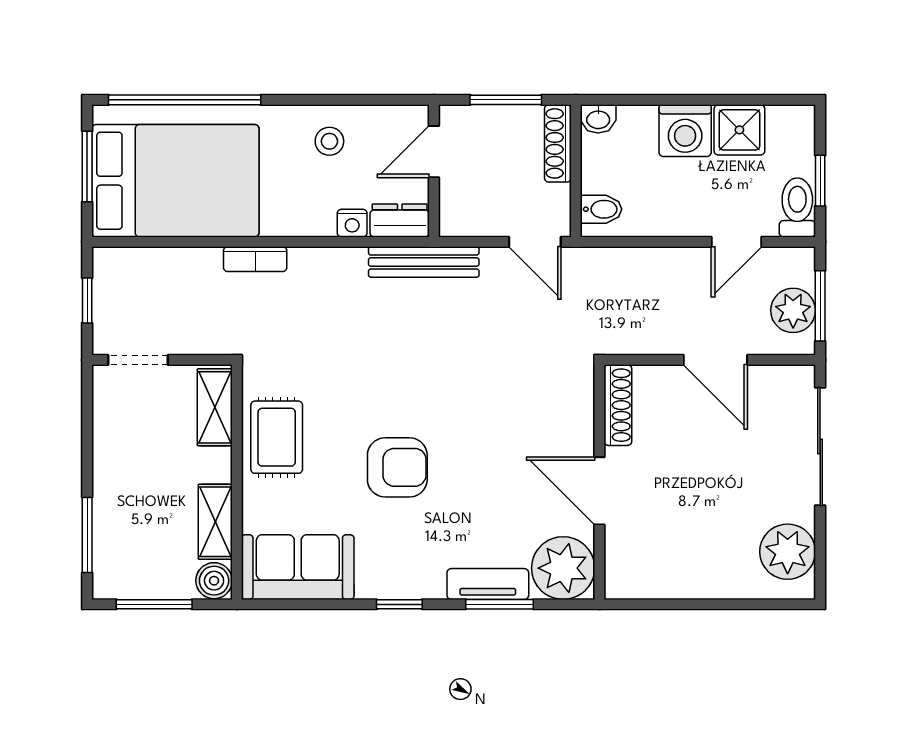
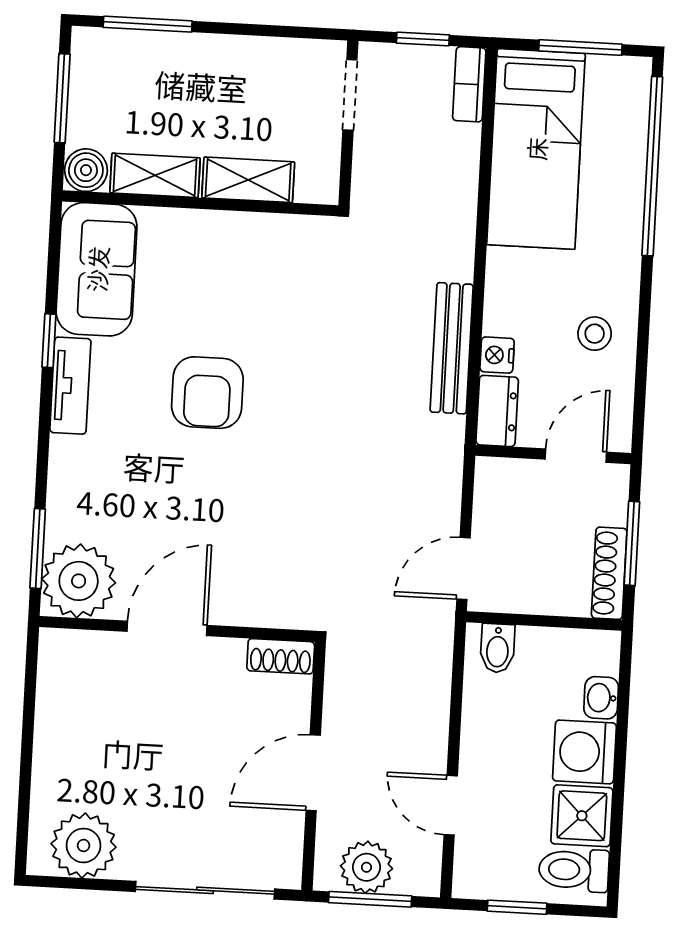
washbasin: (598, 119) -> (601, 698), moved
shoe rack: (558, 143) -> (609, 573), moved, turned -90
door: (434, 152) -> (576, 456), hinge flipped
bed: (175, 181) -> (536, 149), width x0.67
toilet: (797, 207) -> (574, 870), moved, turned 180
bookcase: (255, 259) -> (469, 84), moved
bench: (424, 262) -> (452, 348), moved
shoe rack: (618, 405) -> (281, 656), width x0.70
shelving: (215, 407) -> (248, 180), moved
rug: (277, 437) -> (250, 253), removed
tv unit: (488, 584) -> (70, 386), moved
window: (399, 604) -> (49, 341), moved
window: (500, 604) -> (38, 549), moved

